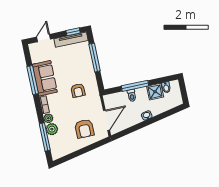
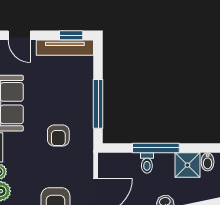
door: (44, 38) -> (19, 35), swing flipped
window: (95, 58) -> (98, 104), moved

